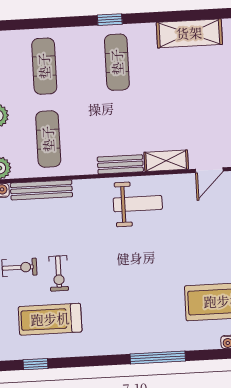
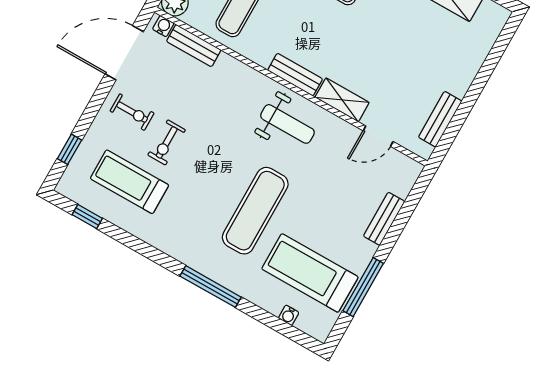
bench: (41, 190) -> (194, 46), width x0.73
exercise mat: (155, 282) -> (255, 211), added

